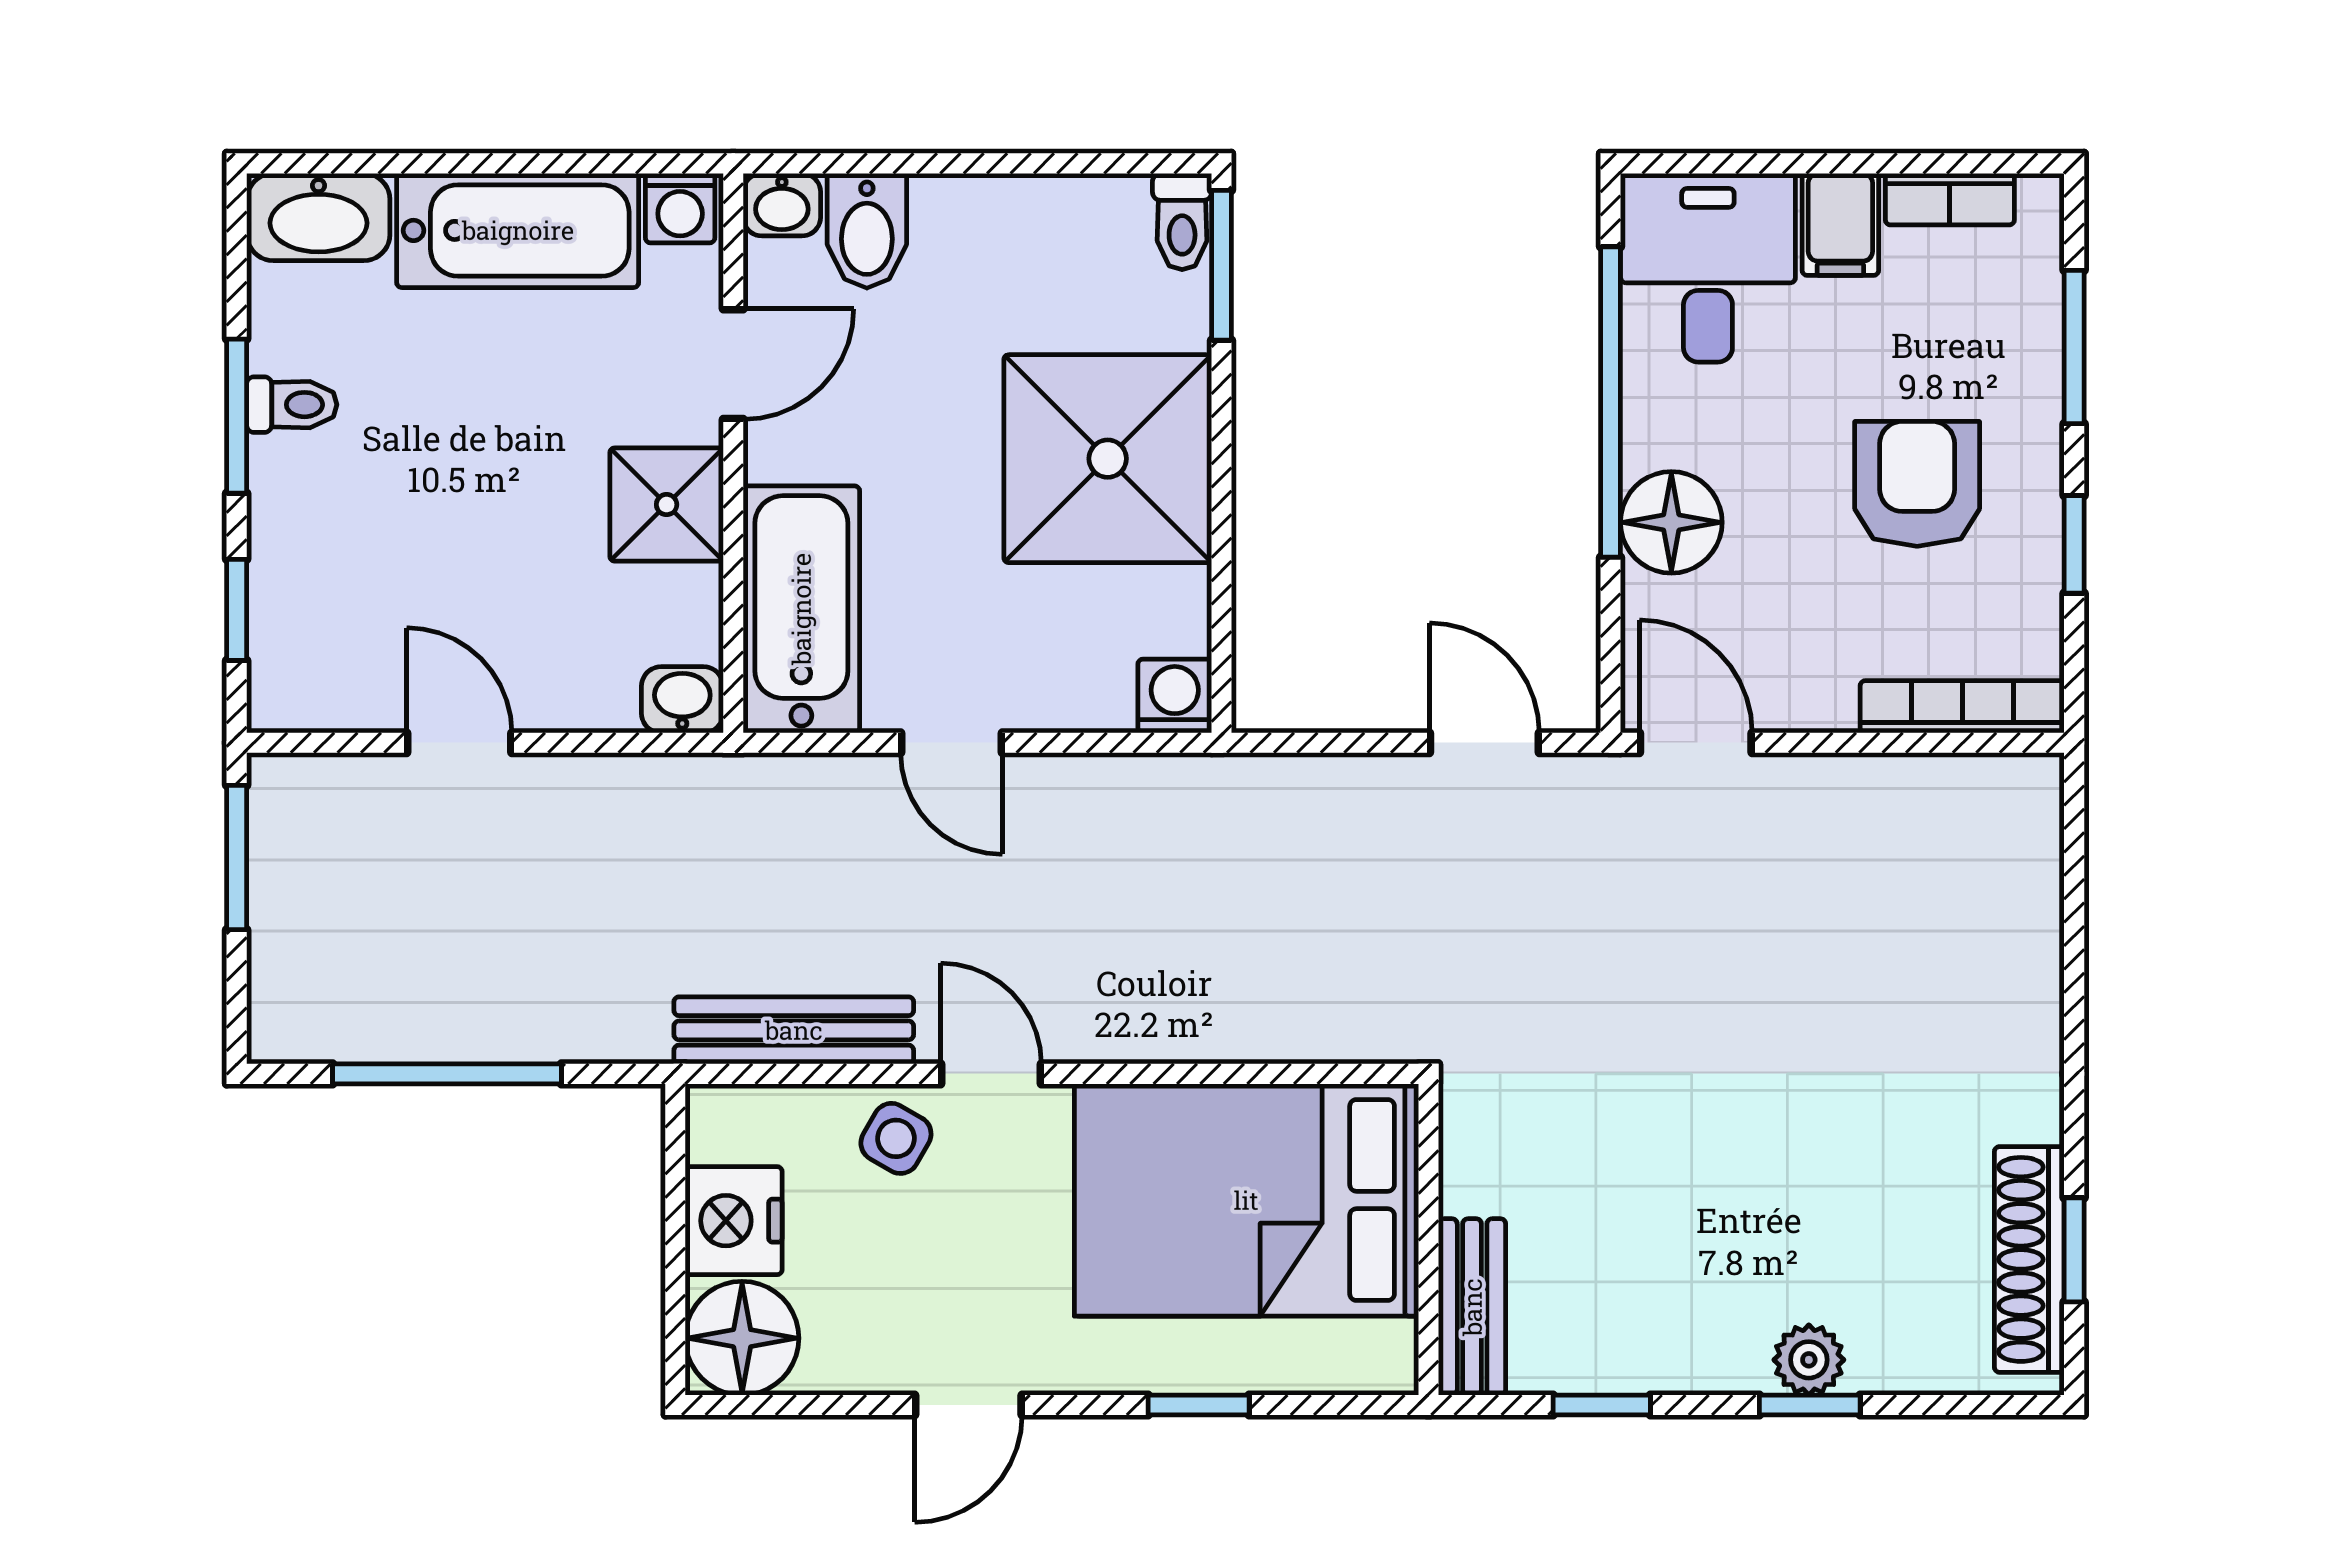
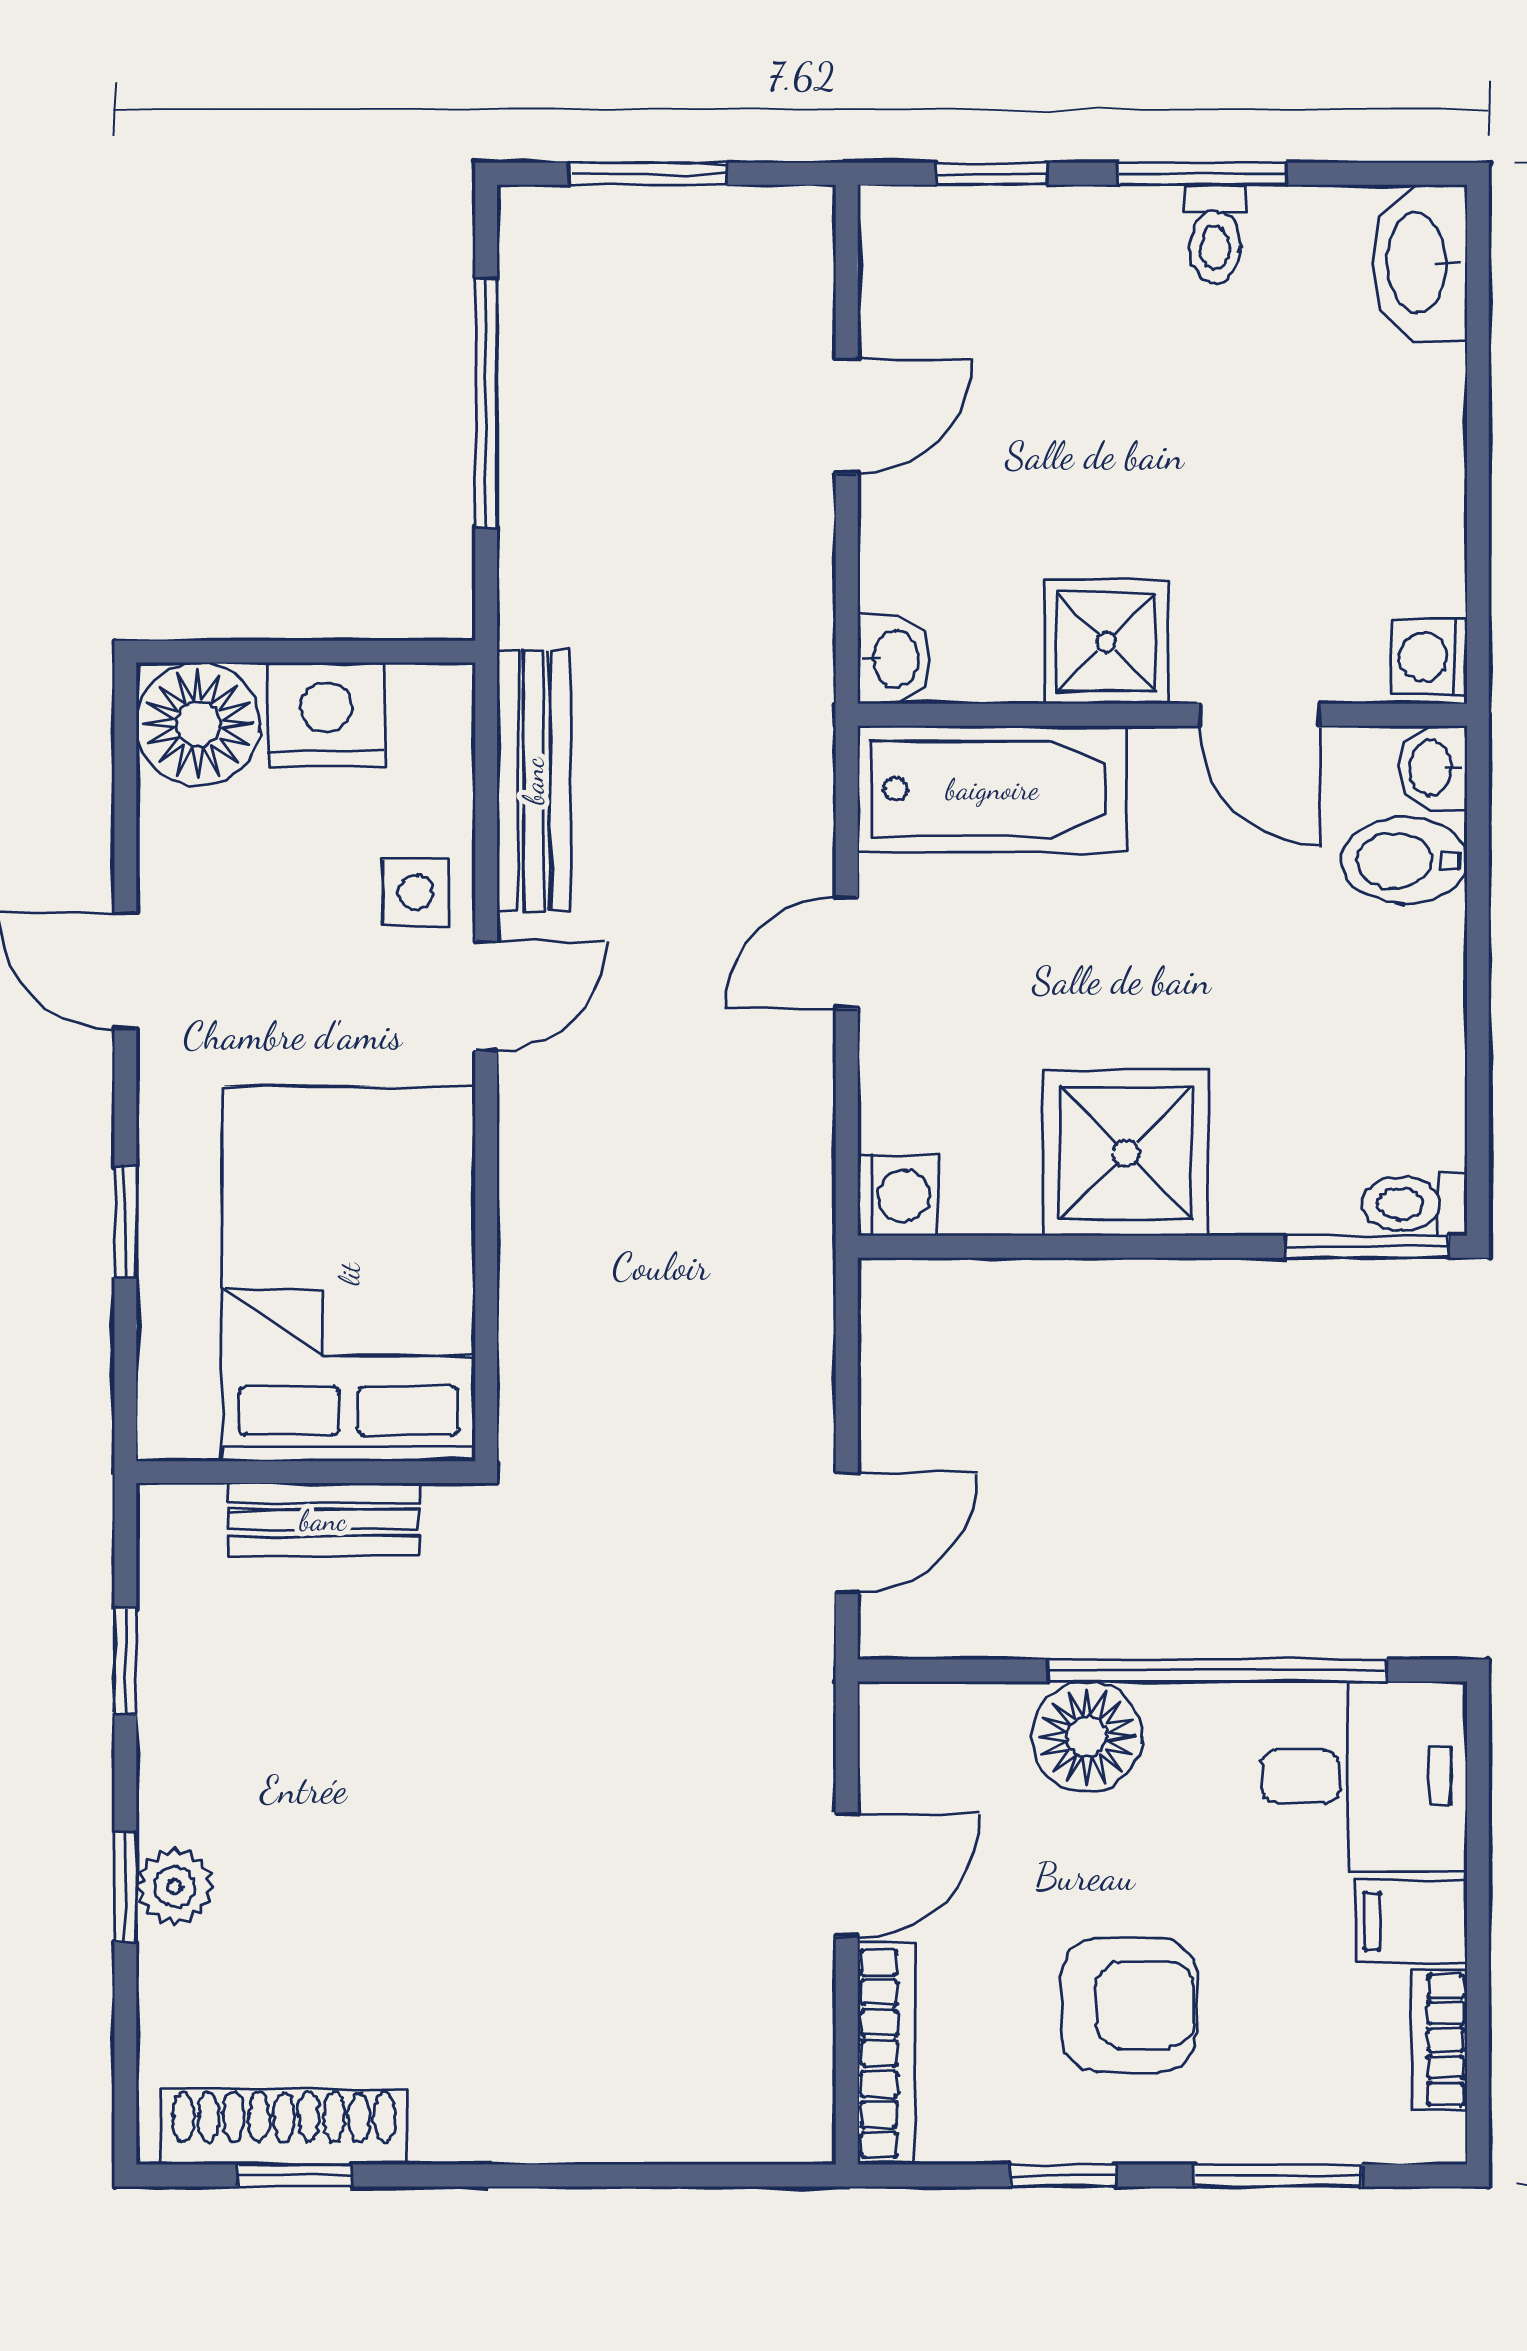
bathtub: (518, 230) -> (1405, 480), removed
shower: (1108, 459) -> (1126, 1153), width x0.73, depth x0.73
door: (1696, 743) -> (847, 1875), moved
window: (237, 857) -> (648, 174), moved
side table: (896, 1138) -> (416, 892), turned -30
bench: (1472, 1307) -> (323, 1520), moved

